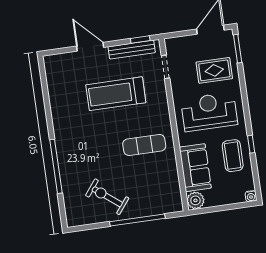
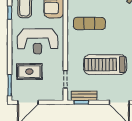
bench: (132, 50) -> (84, 96), width x0.73
treadmill: (116, 94) -> (105, 65), turned 180

